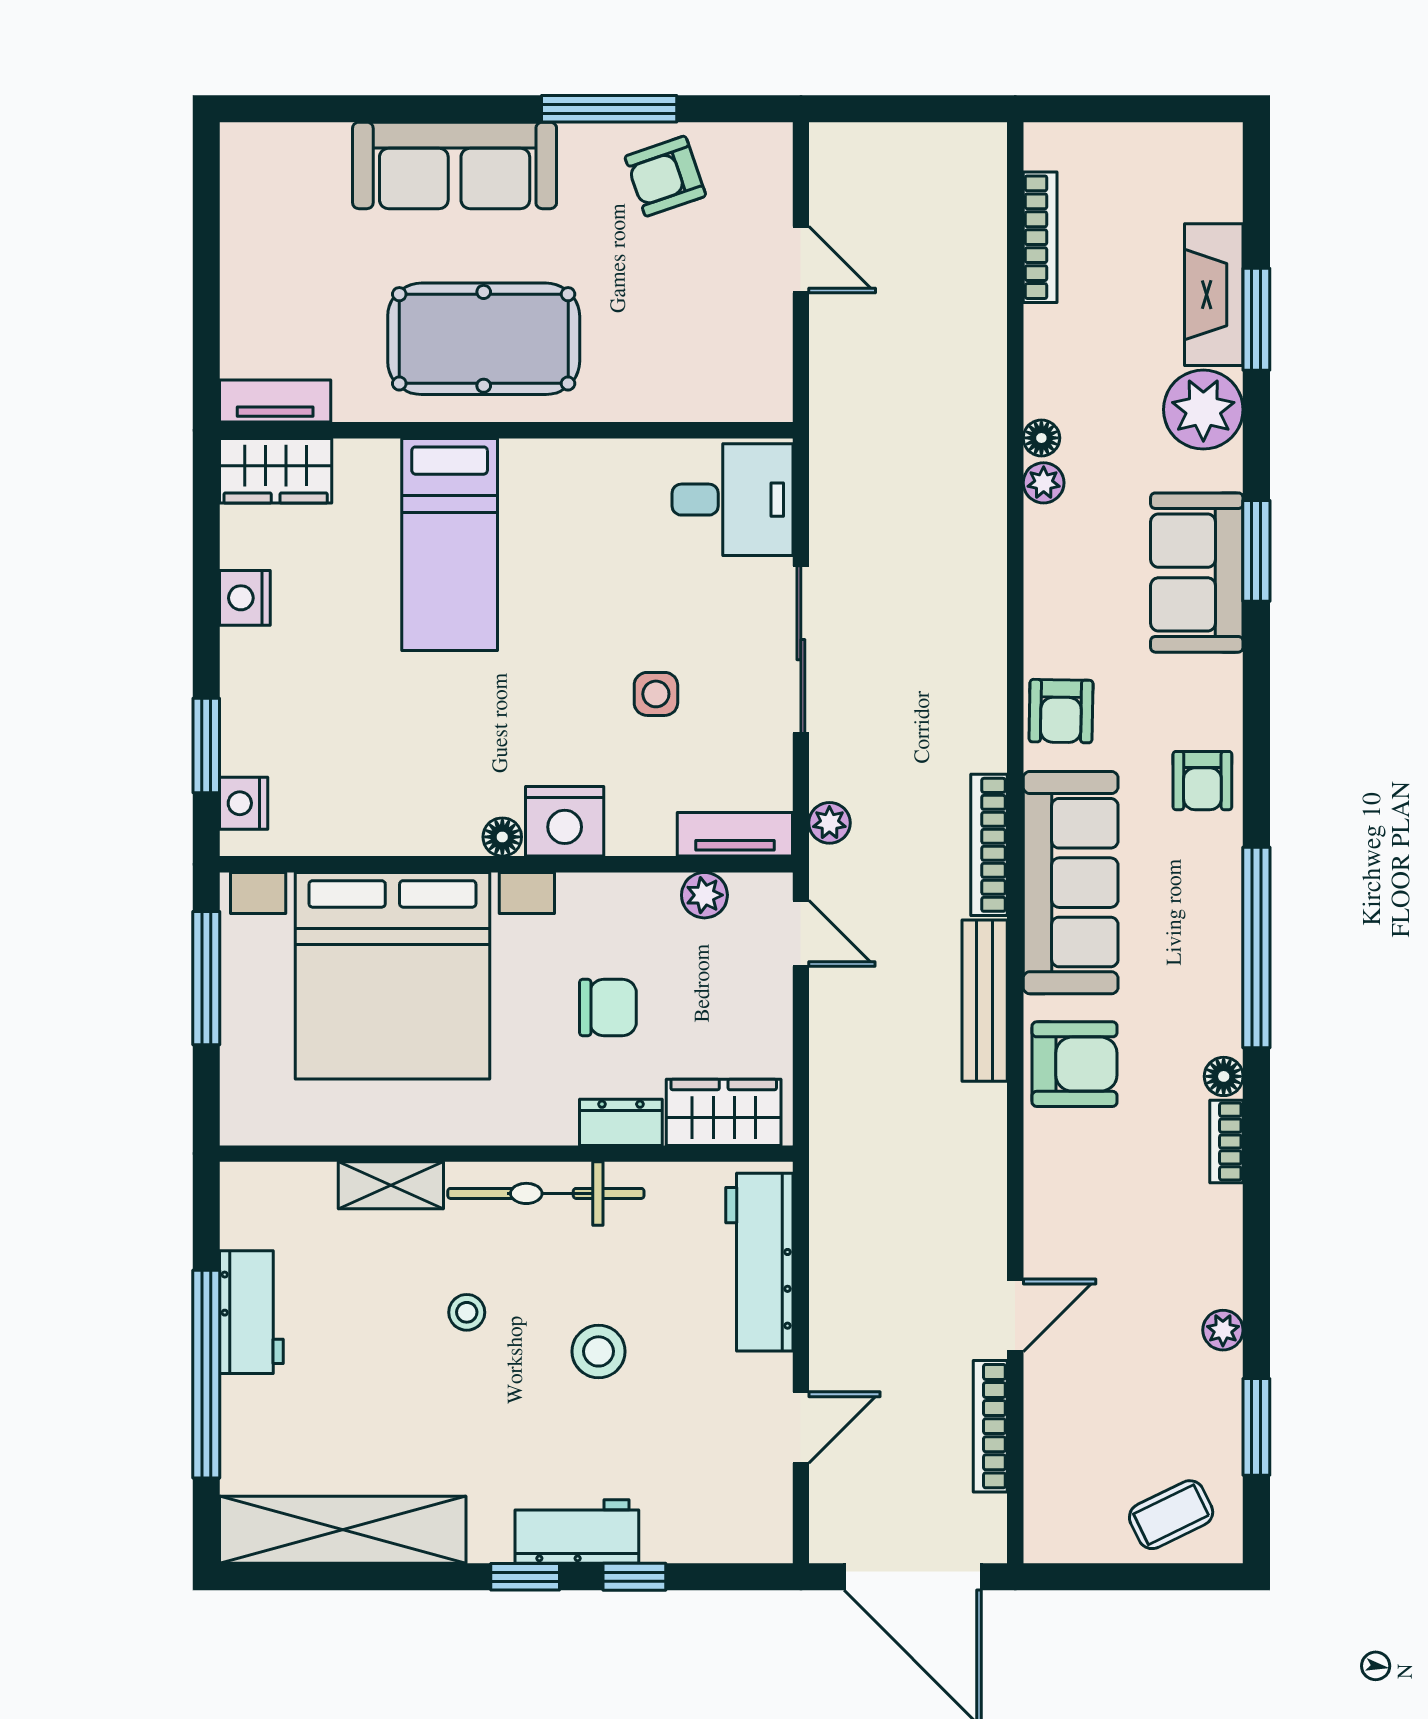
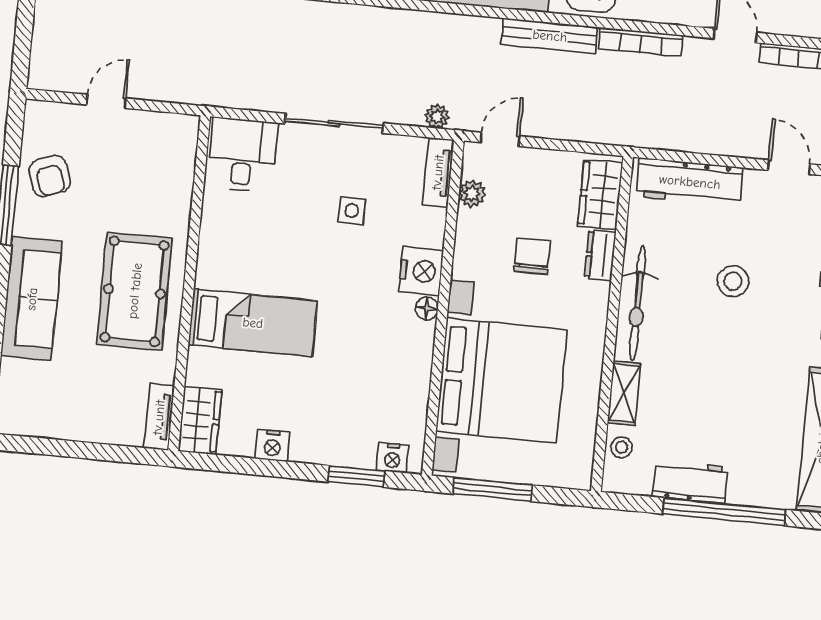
bookcase: (989, 845) -> (641, 42), moved
stool: (467, 1312) -> (622, 447), moved

